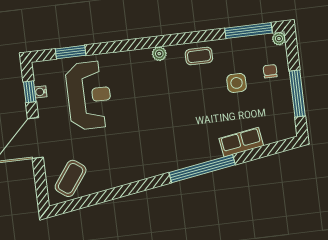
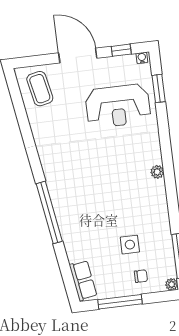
coffee table: (199, 56) -> (155, 209), removed
water cooler: (41, 92) -> (142, 58), moved
row of seats: (241, 142) -> (83, 280), moved
coffee table: (71, 178) -> (40, 89), turned 42

